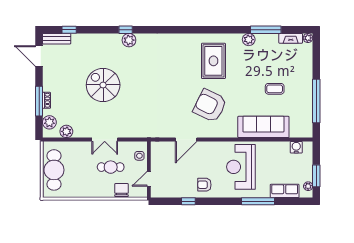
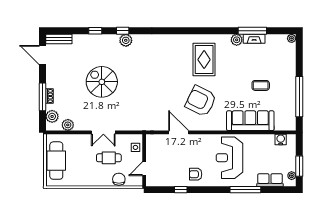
window: (69, 30) -> (95, 31), moved
fireplace: (291, 38) -> (254, 39), moved
door: (186, 140) -> (179, 132), swing flipped

